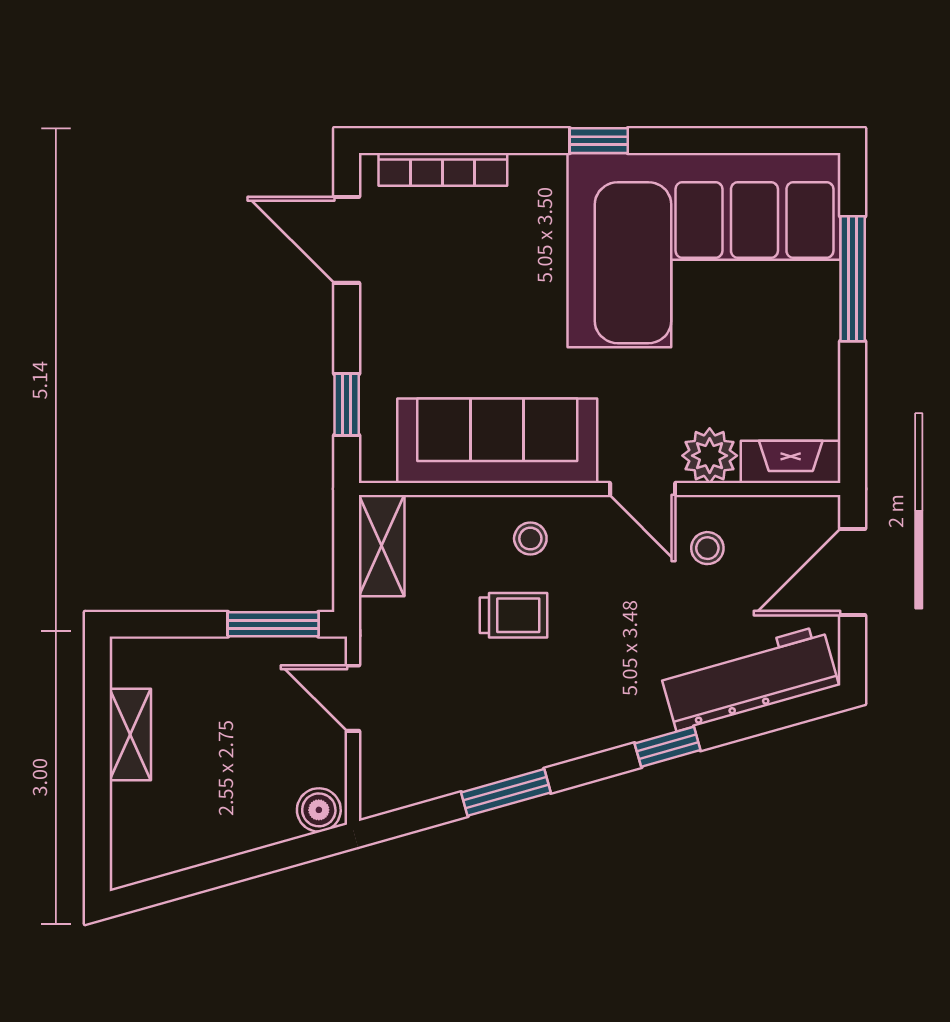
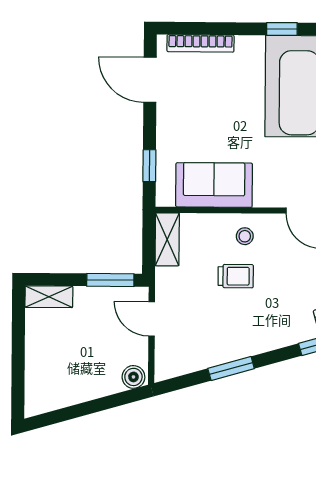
sofa: (497, 441) -> (214, 185), width x0.73
shelving: (130, 735) -> (49, 297), moved, turned 90

